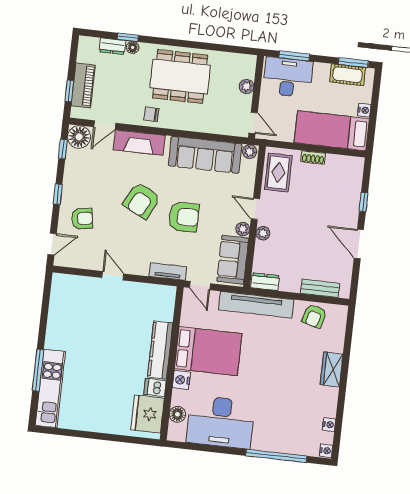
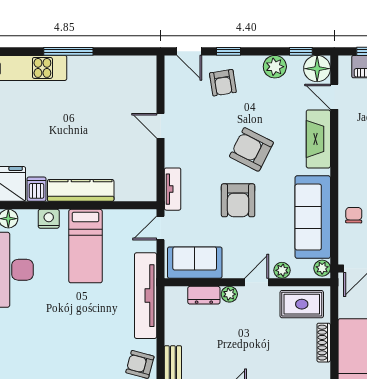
chair: (151, 114) -> (354, 215), moved
shoe rack: (313, 157) -> (324, 343), width x1.43
plant: (73, 173) -> (275, 67), added
window: (58, 194) -> (228, 51), moved
plant: (243, 229) -> (282, 270), moved
door: (113, 276) -> (161, 126), swing flipped
dresser: (265, 282) -> (204, 295), moved, turned 90
bed: (208, 351) -> (86, 246), width x0.67
window: (38, 370) -> (68, 51), moved

